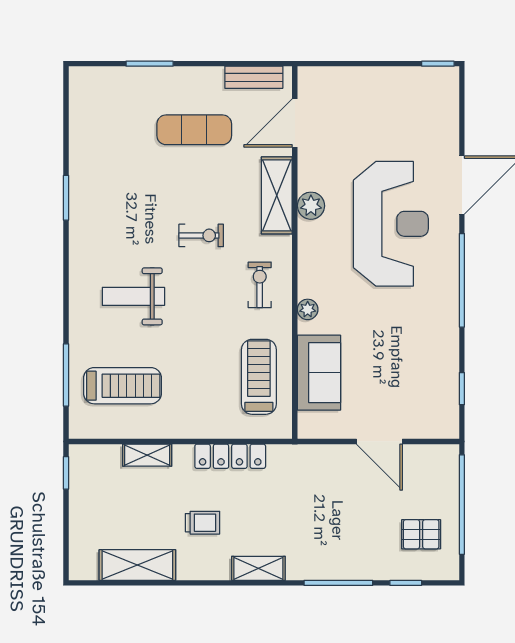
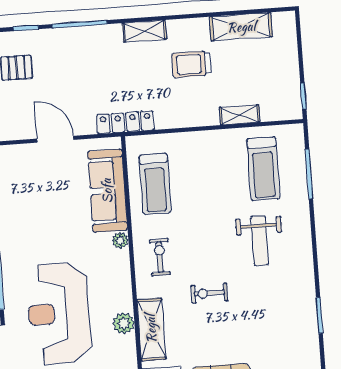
exercise bike: (260, 285) -> (160, 257), turned 180
weight bench: (133, 296) -> (260, 241), turned 90
sofa: (319, 373) -> (107, 191), width x1.36
treadmill: (123, 386) -> (263, 169), turned -90
locker: (230, 456) -> (125, 122), moved
trolley: (202, 523) -> (192, 64), width x1.36, depth x1.39

